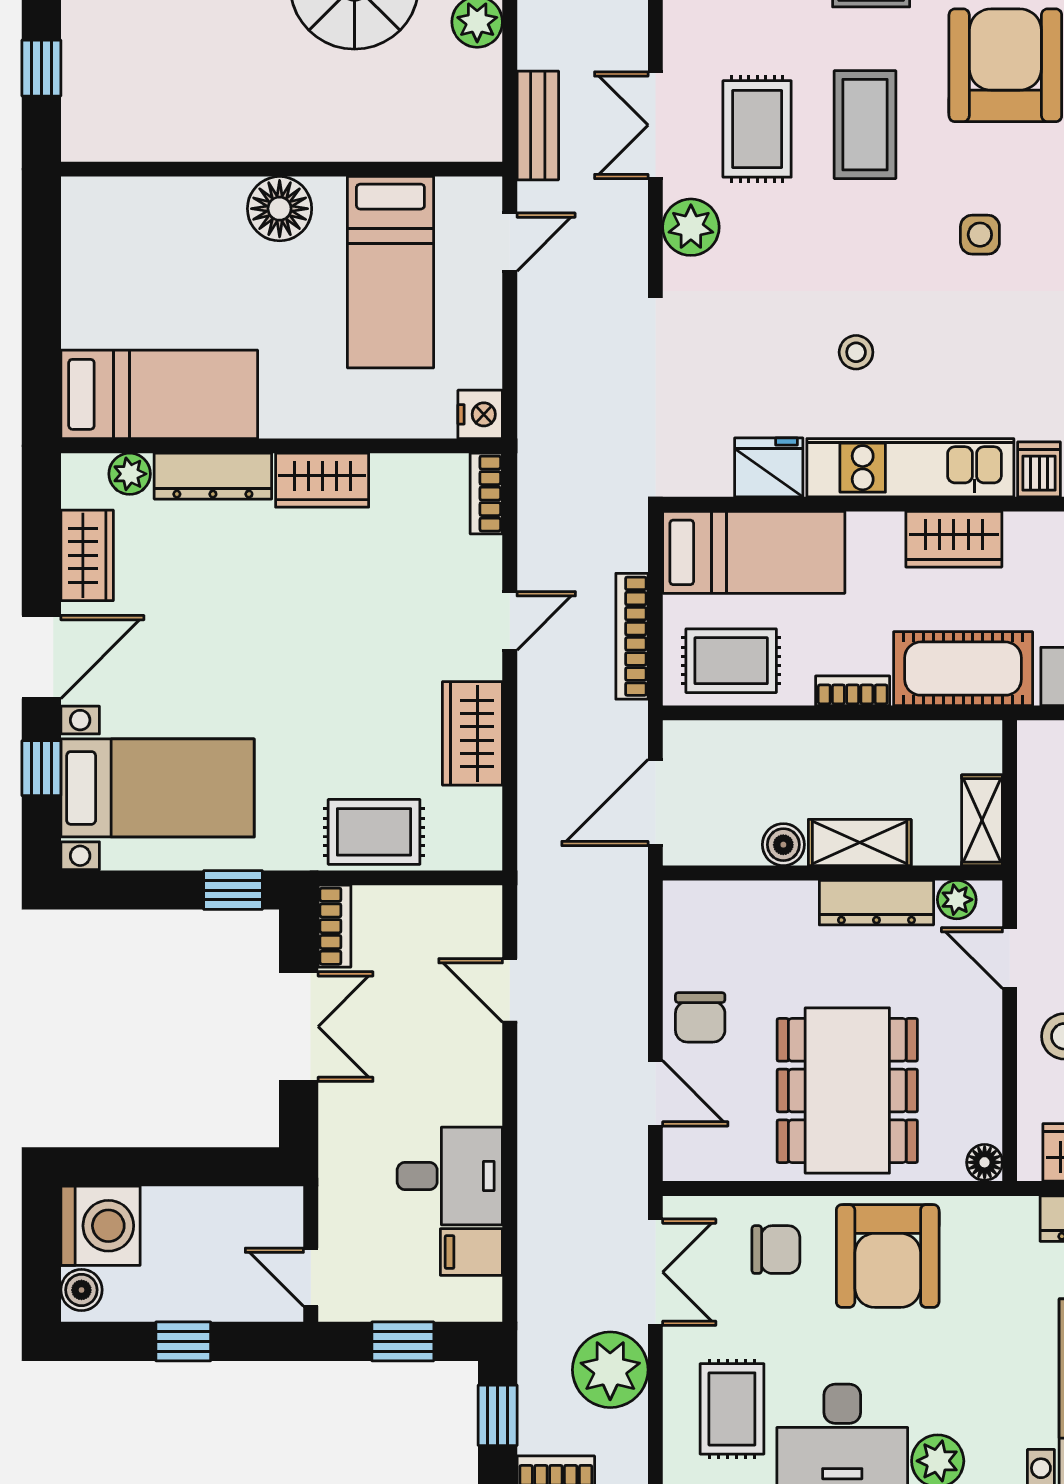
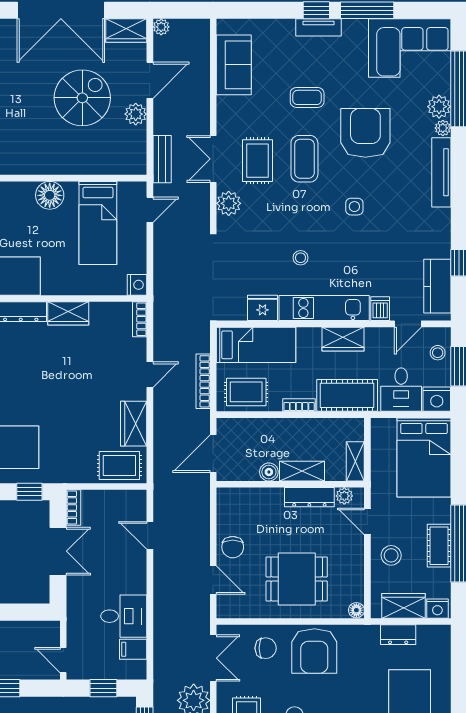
rug: (374, 832) -> (119, 466), moved
dining table: (847, 1091) -> (297, 579), width x0.73

